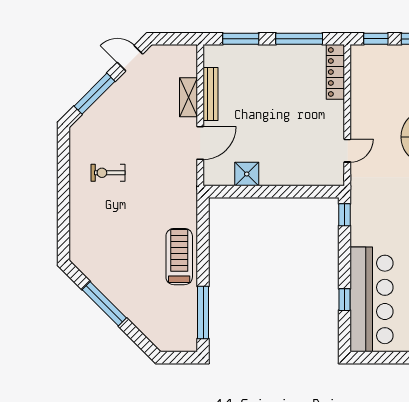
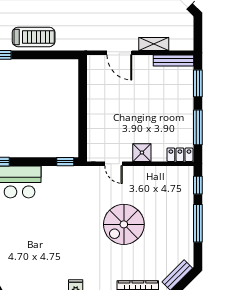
locker: (335, 72) -> (180, 155), width x0.66
bench: (210, 94) -> (173, 61), moved
shower: (247, 174) -> (142, 153), moved

